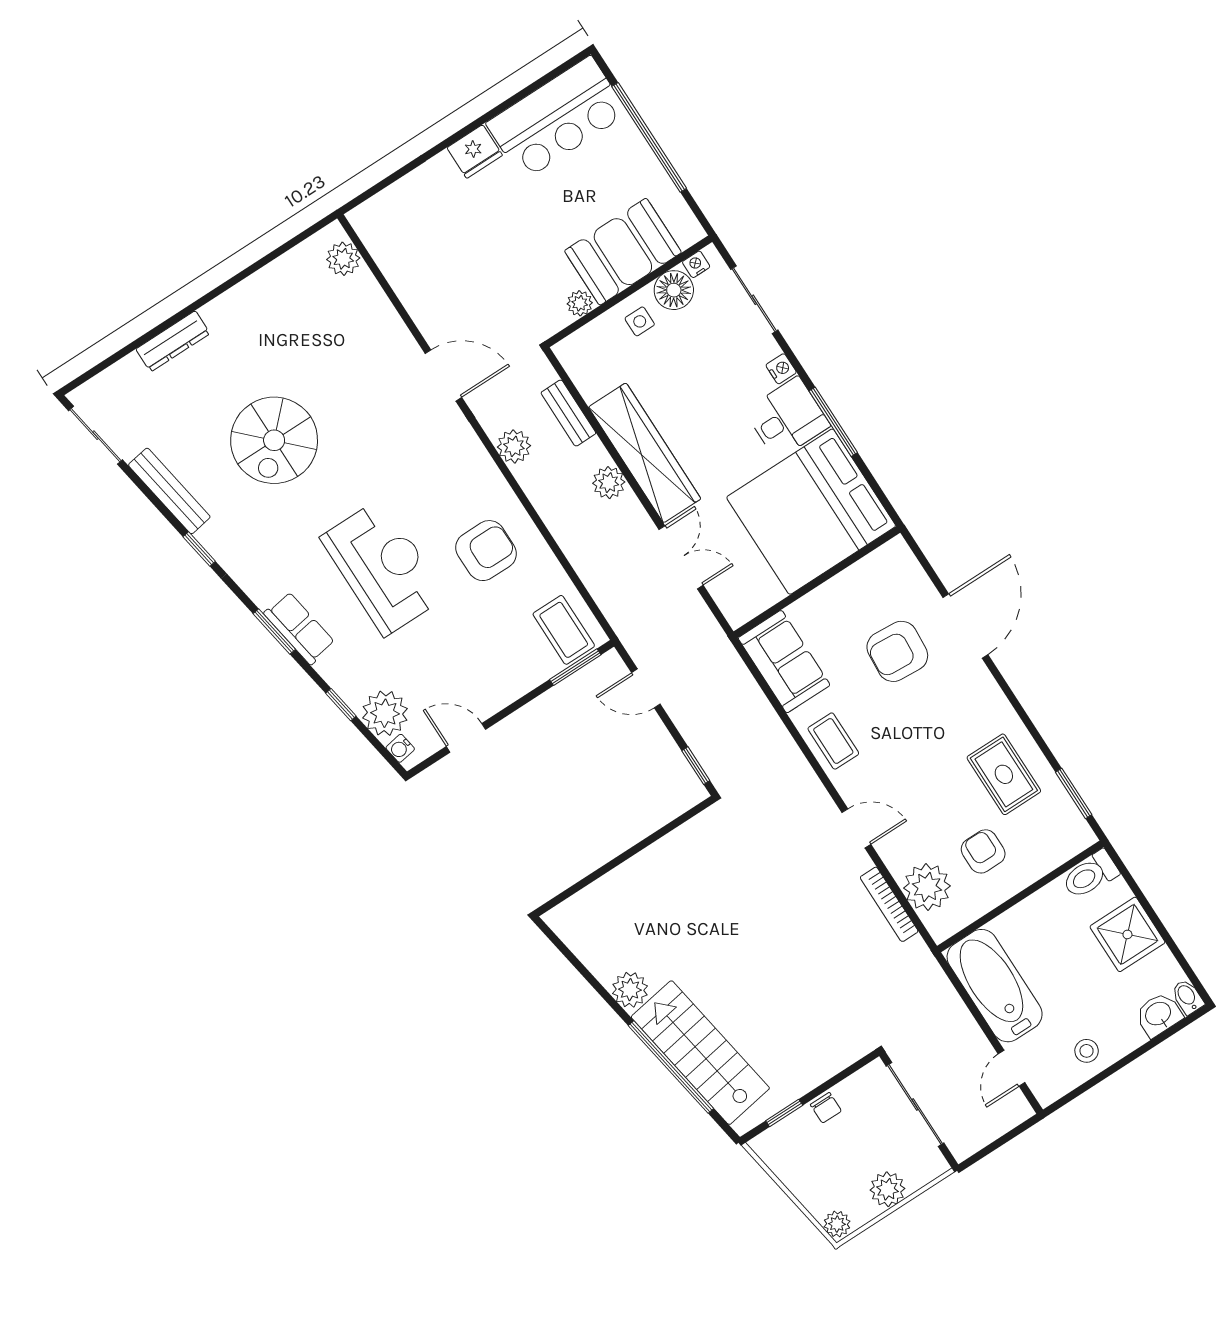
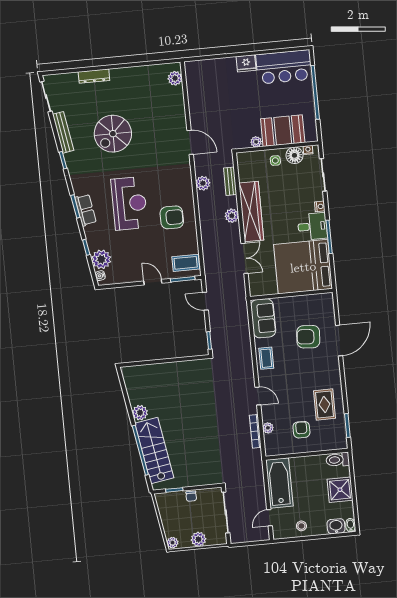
coffee table: (564, 630) -> (186, 263), turned 90
door: (466, 738) -> (153, 282), moved
plant: (927, 887) -> (268, 428), width x0.53, depth x0.53

